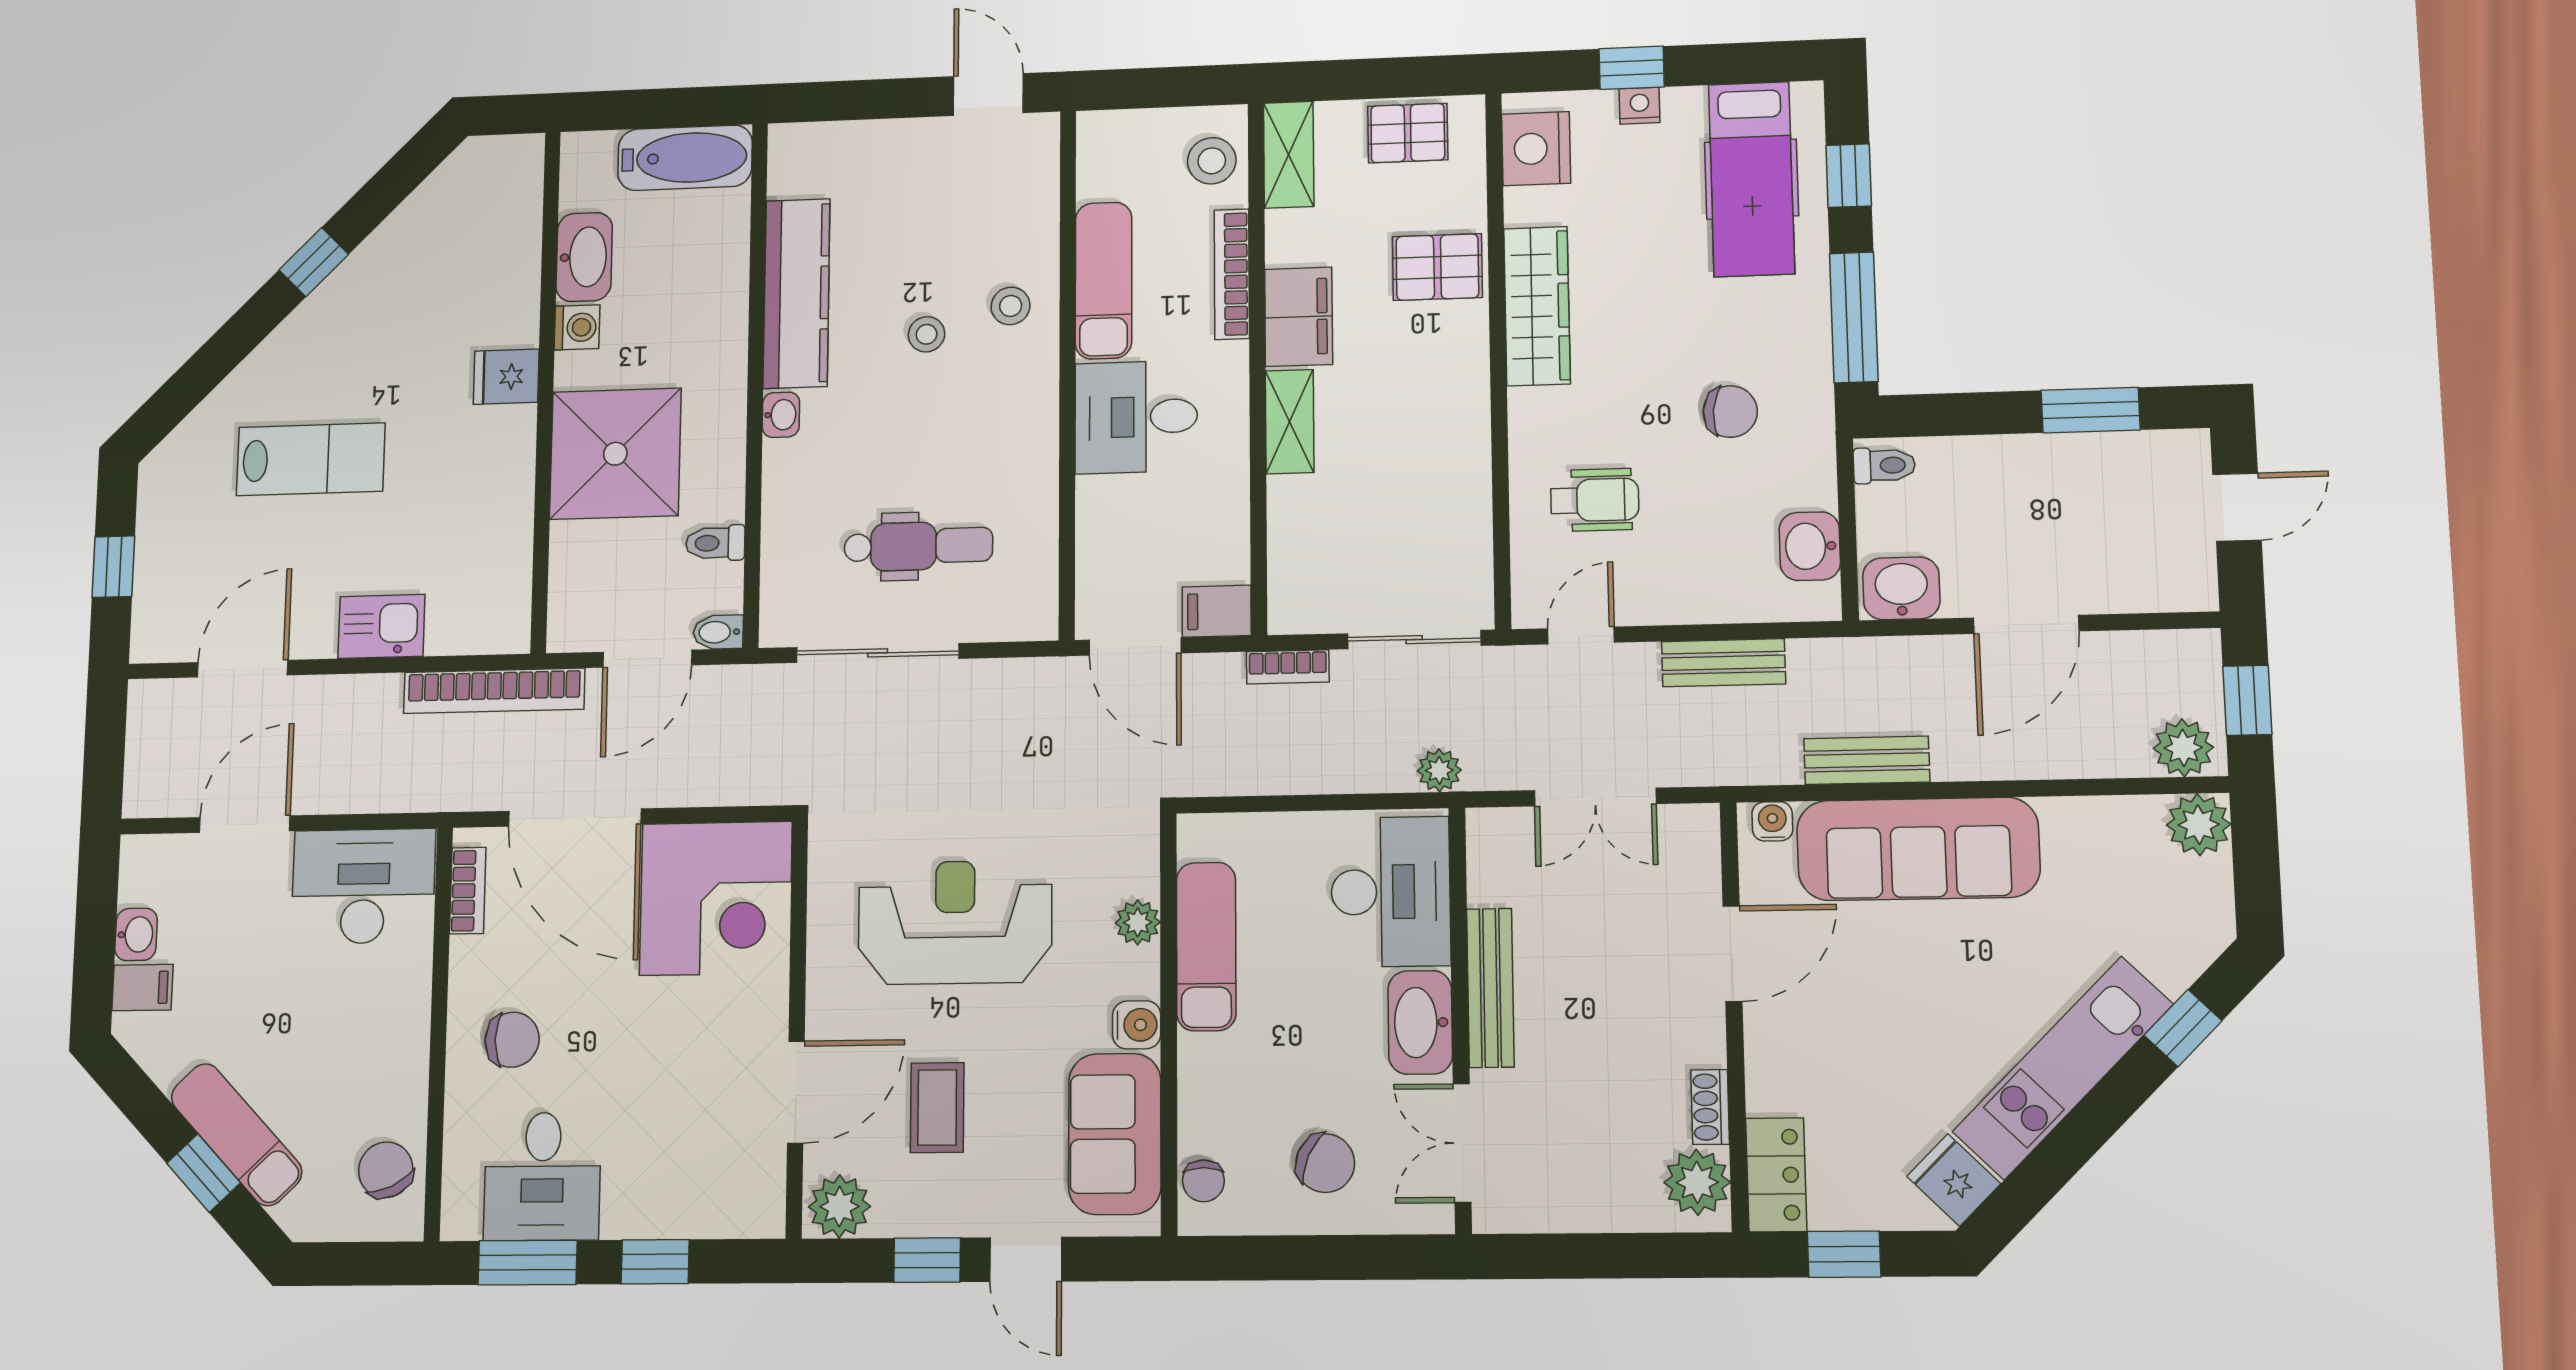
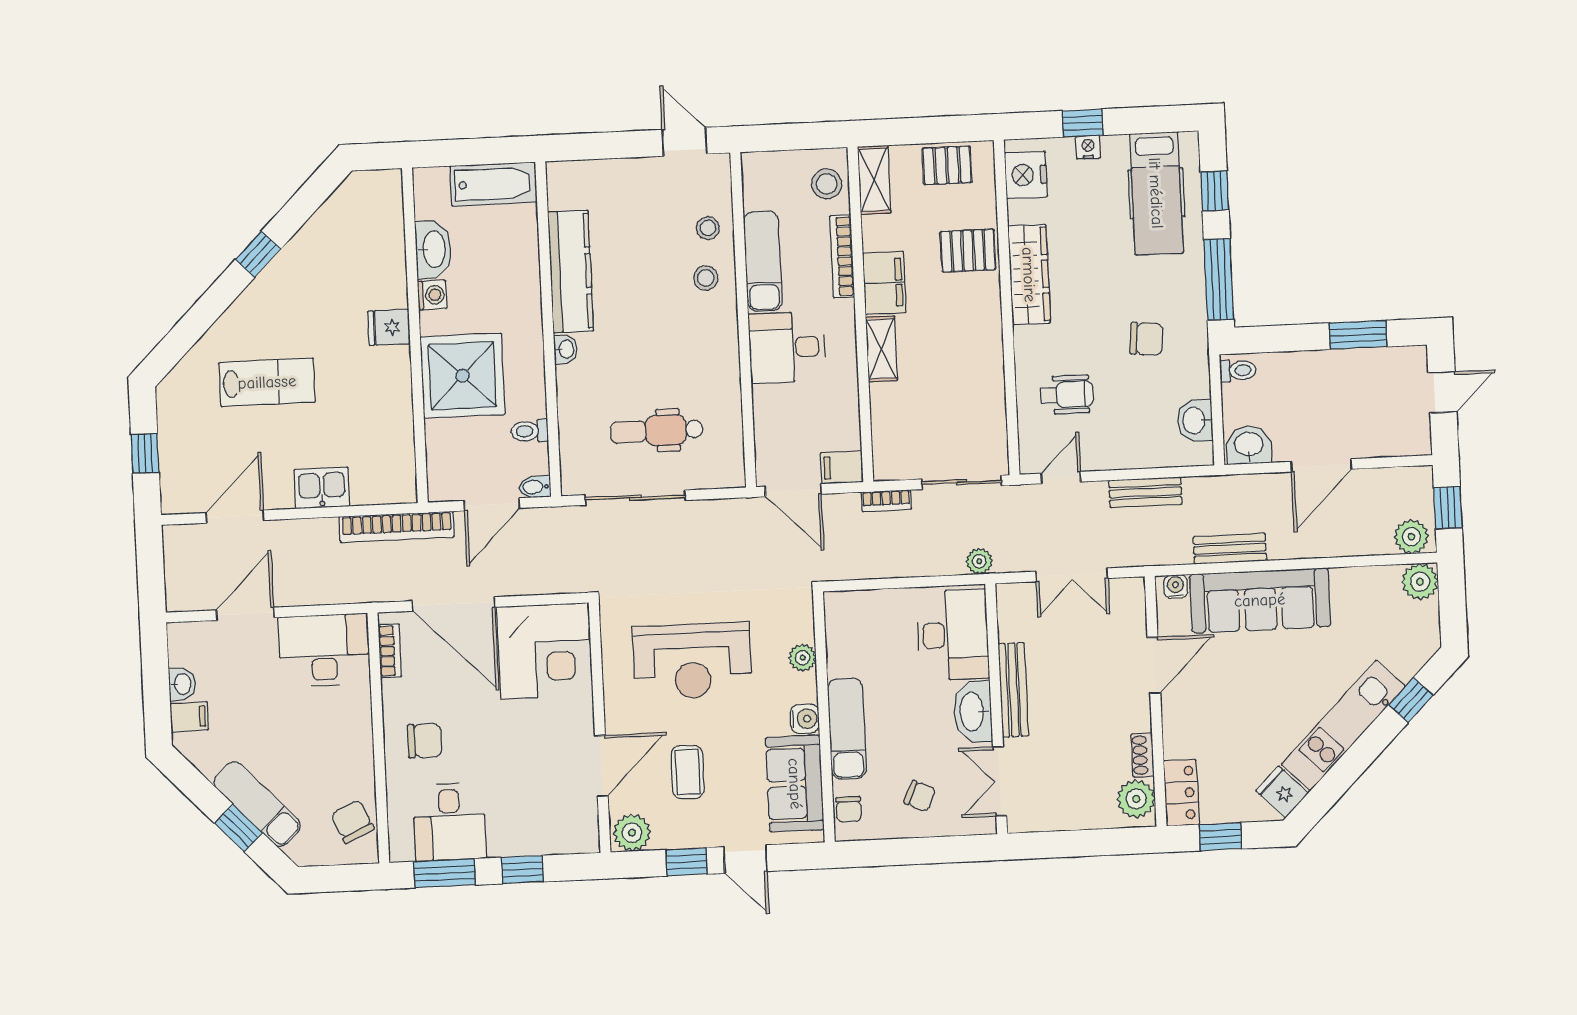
stool: (927, 334) -> (708, 228), moved
dental chair: (918, 546) -> (657, 431), turned 180
reception desk: (955, 922) -> (692, 661), turned 180
exam couch: (1206, 946) -> (847, 729), moved
chair: (1325, 1163) -> (920, 796), width x0.73, depth x0.73

